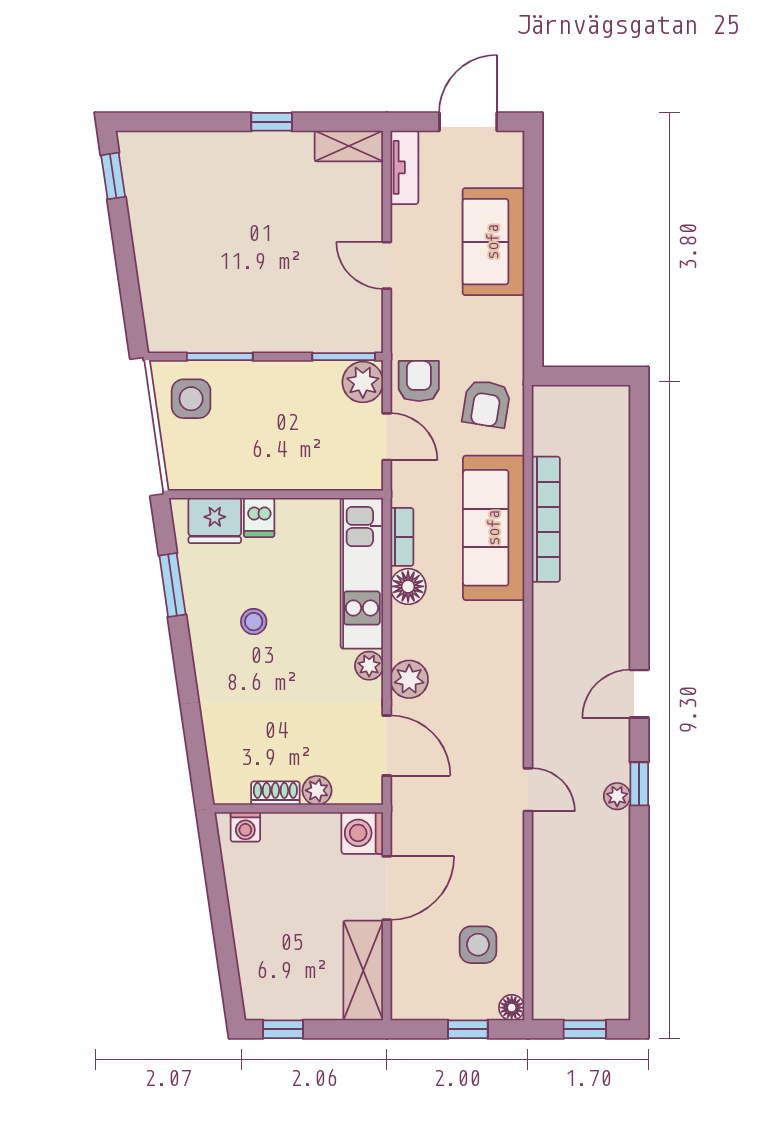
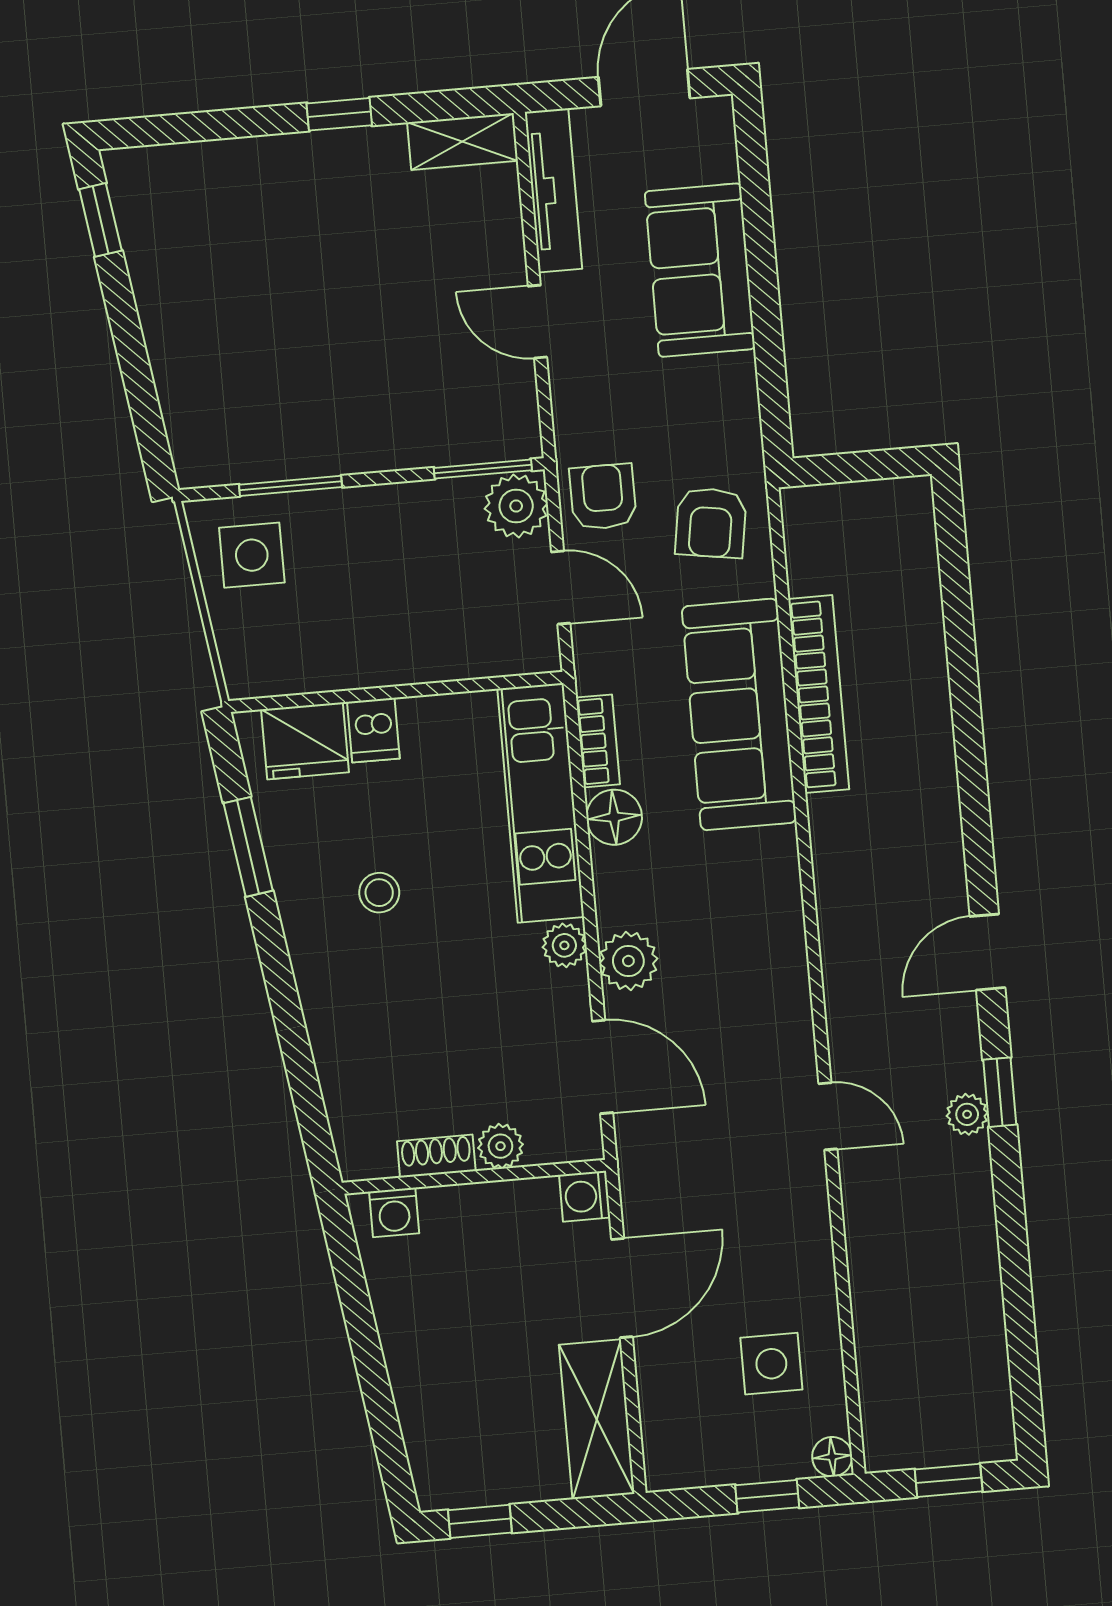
tv unit: (404, 167) -> (553, 190), width x1.41
washing machine: (362, 833) -> (585, 1196), width x0.73, depth x0.73

